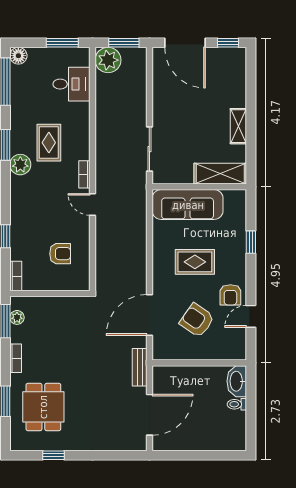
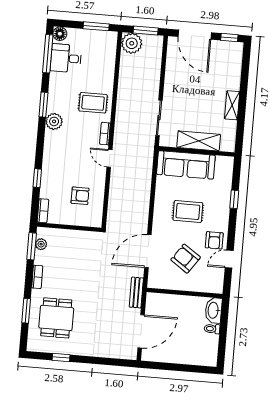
desk: (72, 84) -> (66, 58), moved, turned 180
rug: (49, 143) -> (93, 103), moved, turned 90
shelving: (220, 174) -> (199, 141), moved

